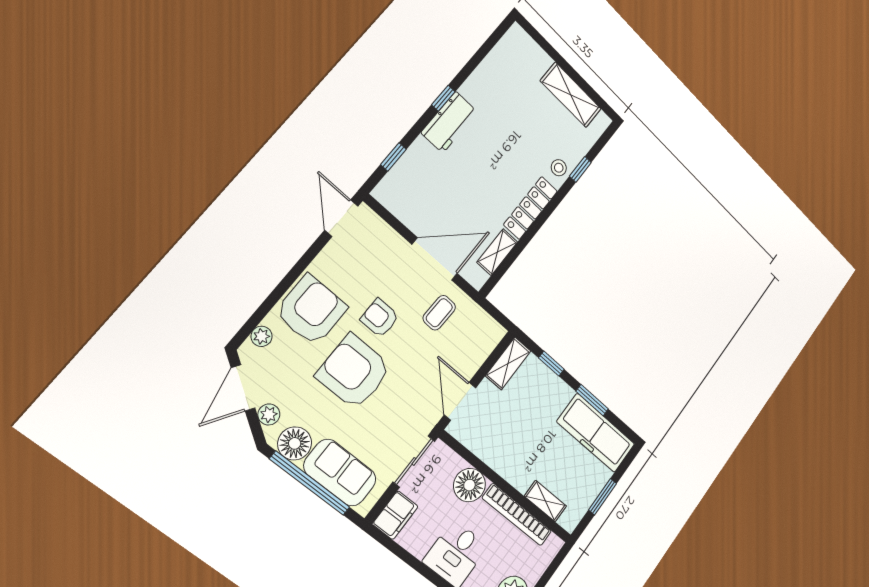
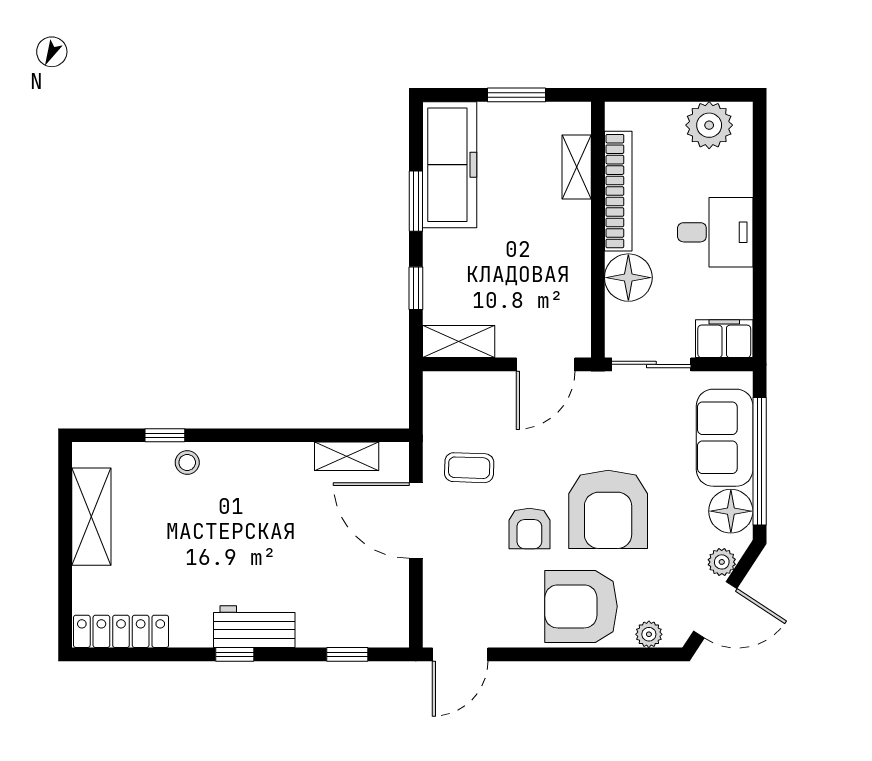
locker: (531, 208) -> (121, 631), moved, turned 180

